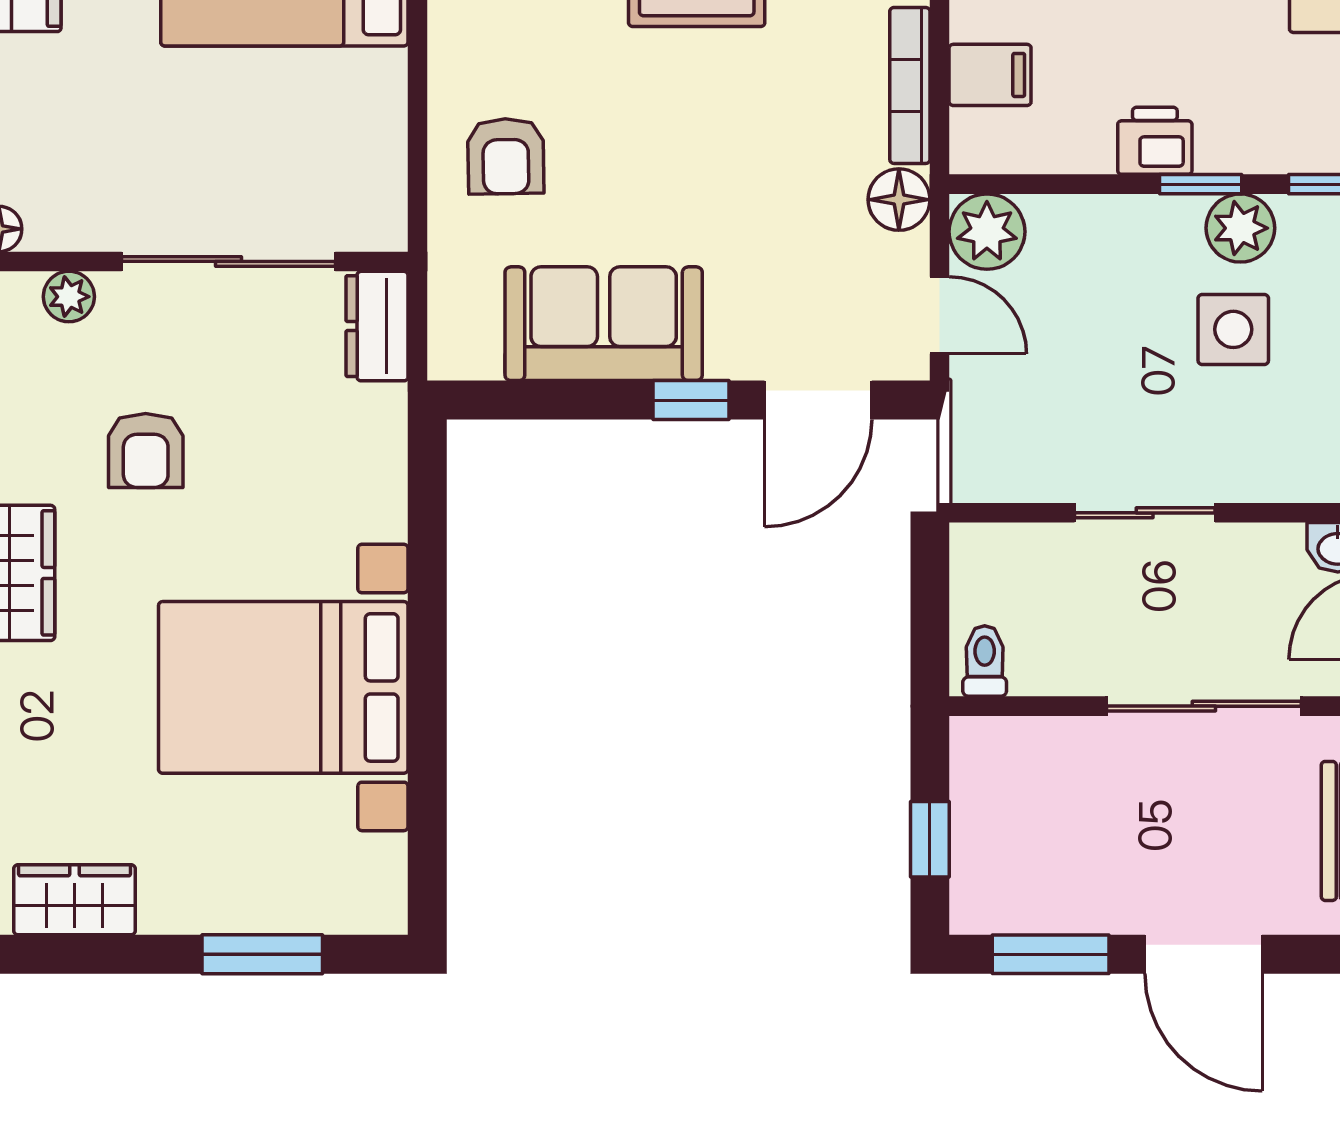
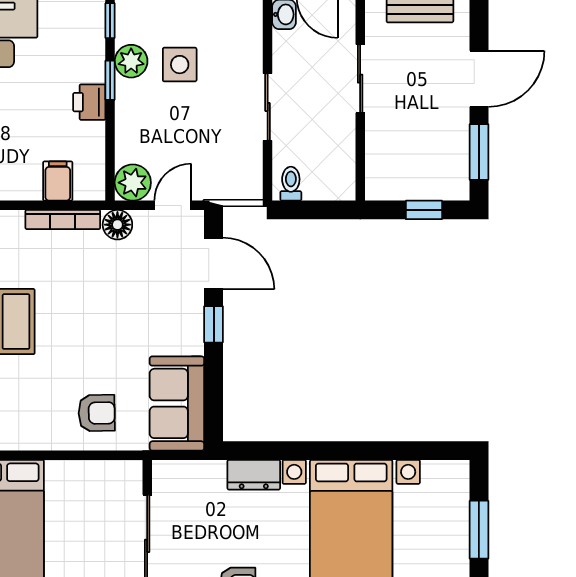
sofa: (604, 324) -> (177, 403), moved
dresser: (377, 326) -> (254, 475), moved
toilet: (985, 661) -> (291, 184), moved, turned 90
sliding door: (1204, 706) -> (360, 79), width x0.73

